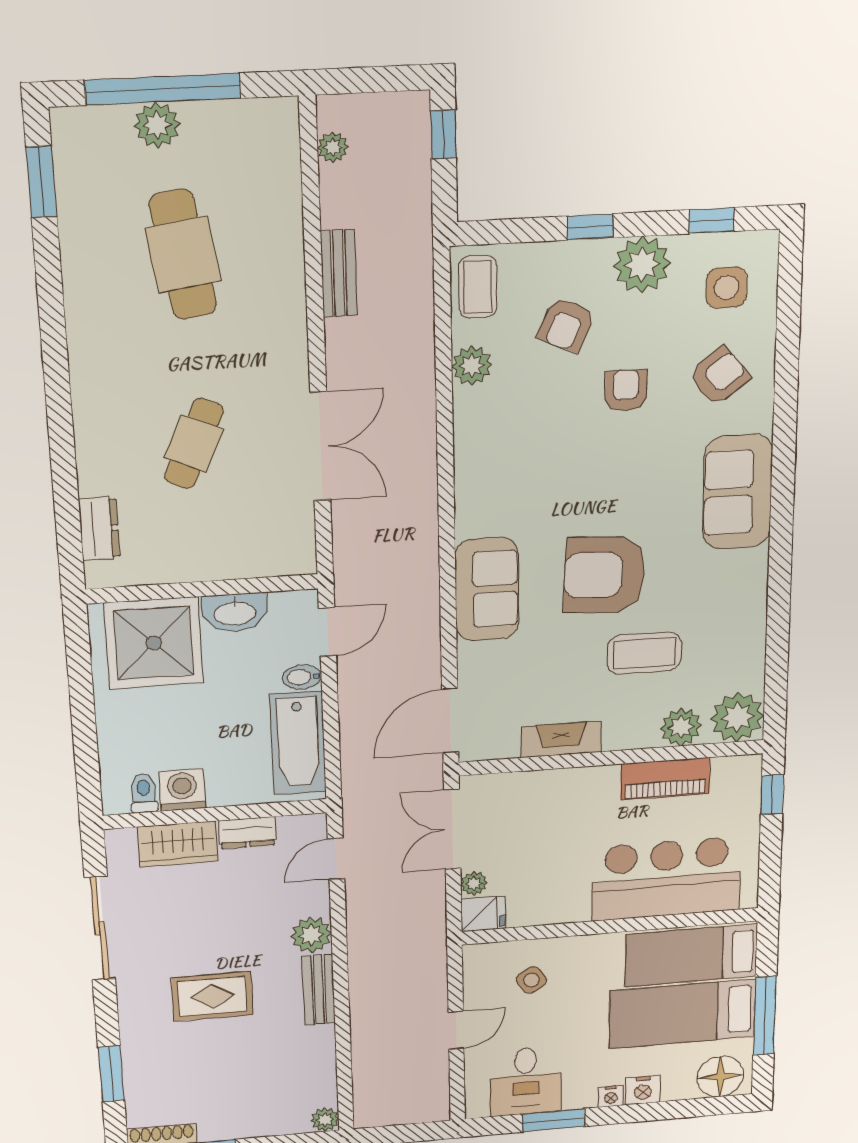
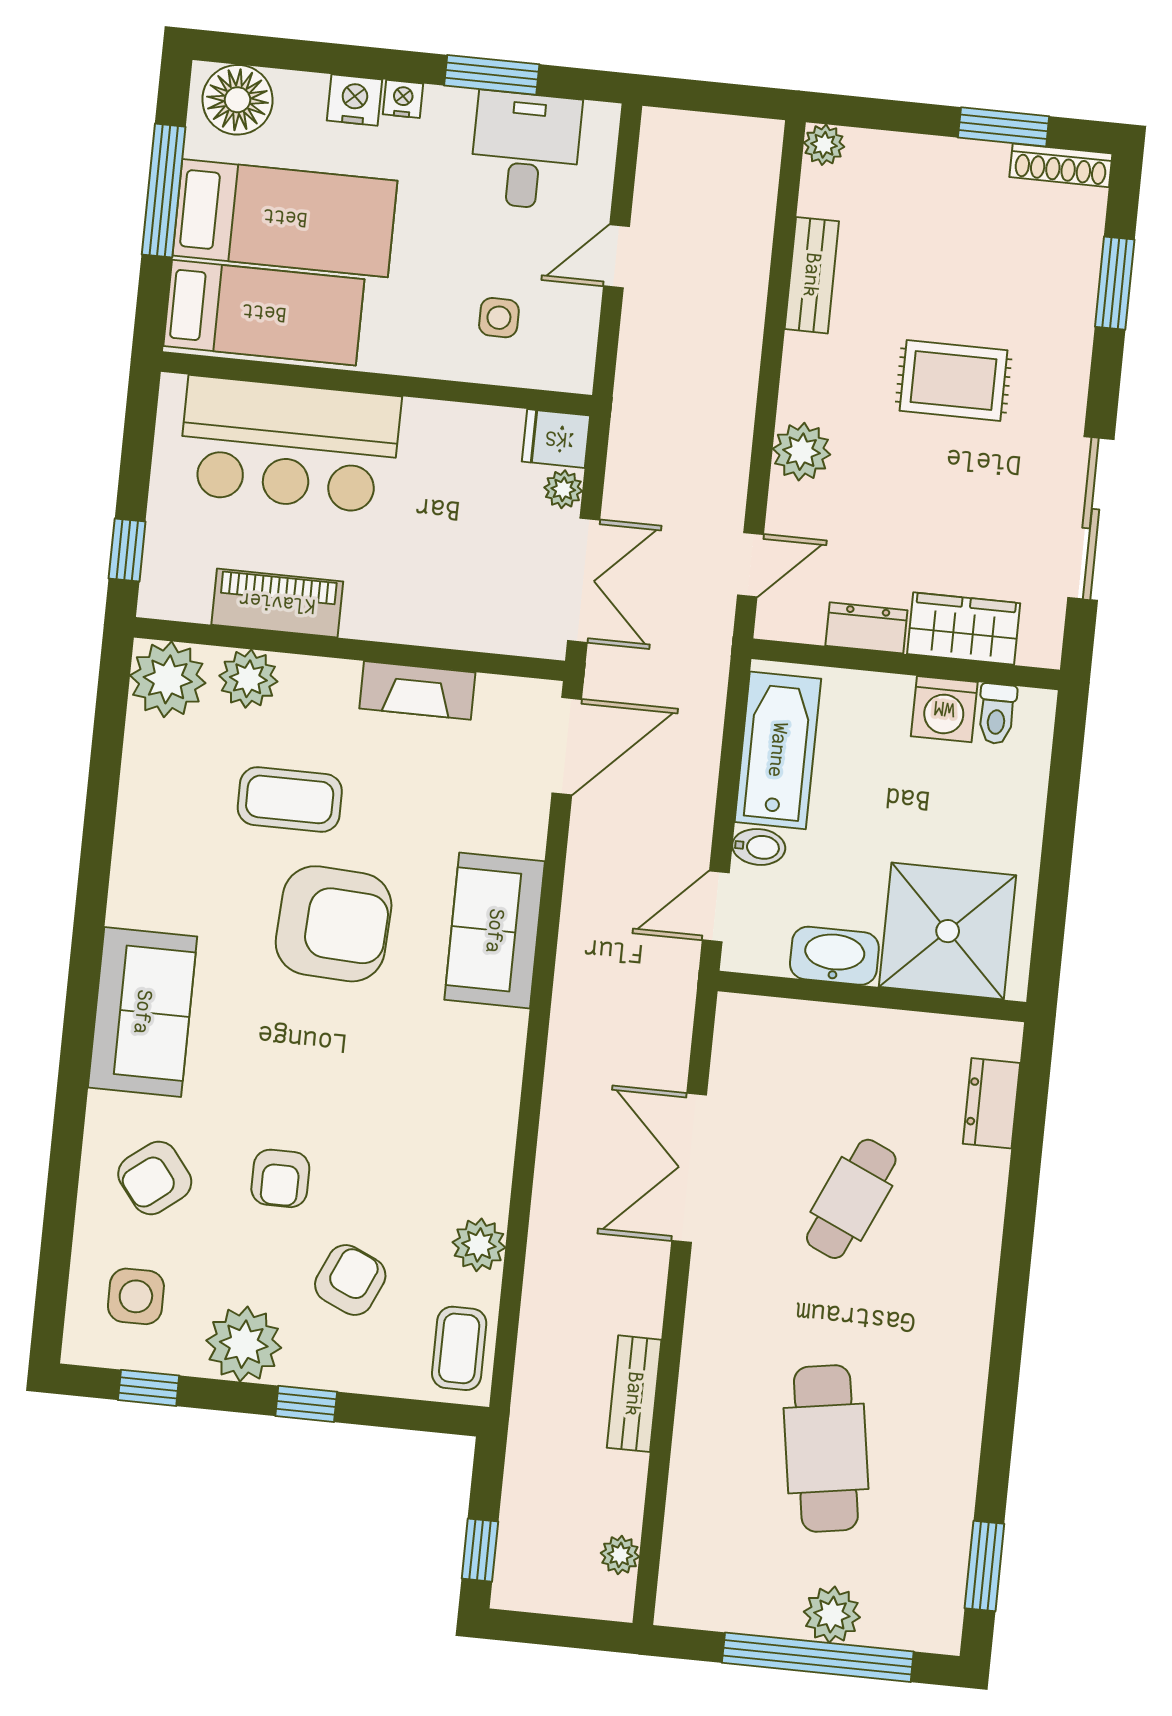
side table: (531, 980) -> (499, 318), turned 33
bench: (319, 990) -> (812, 275), moved

